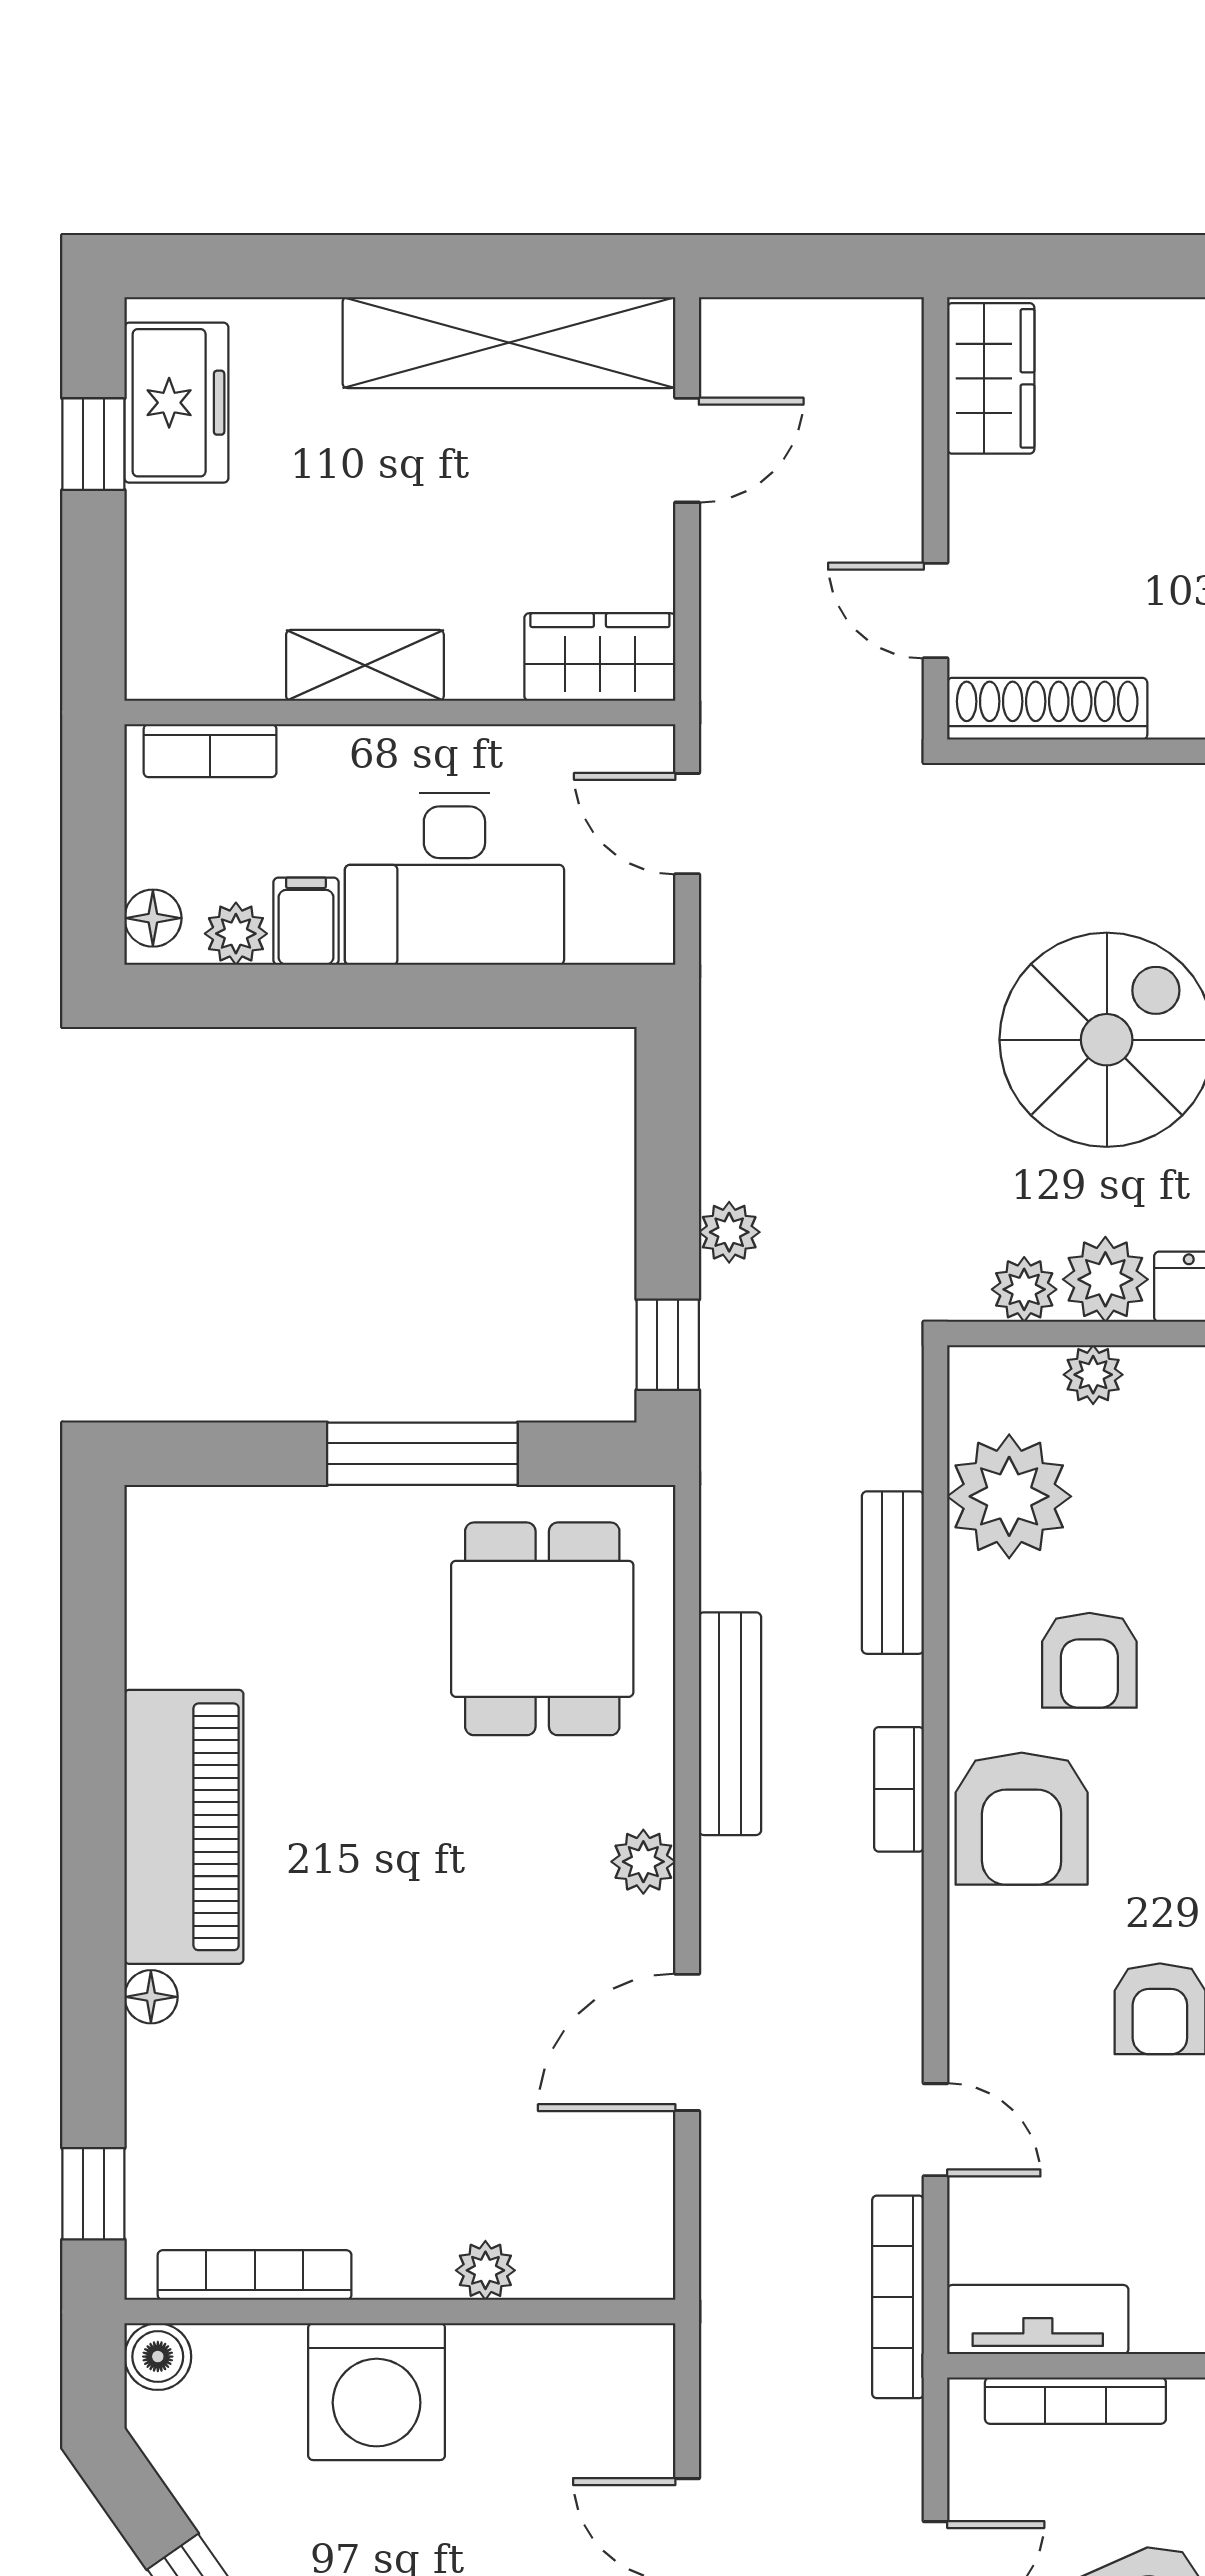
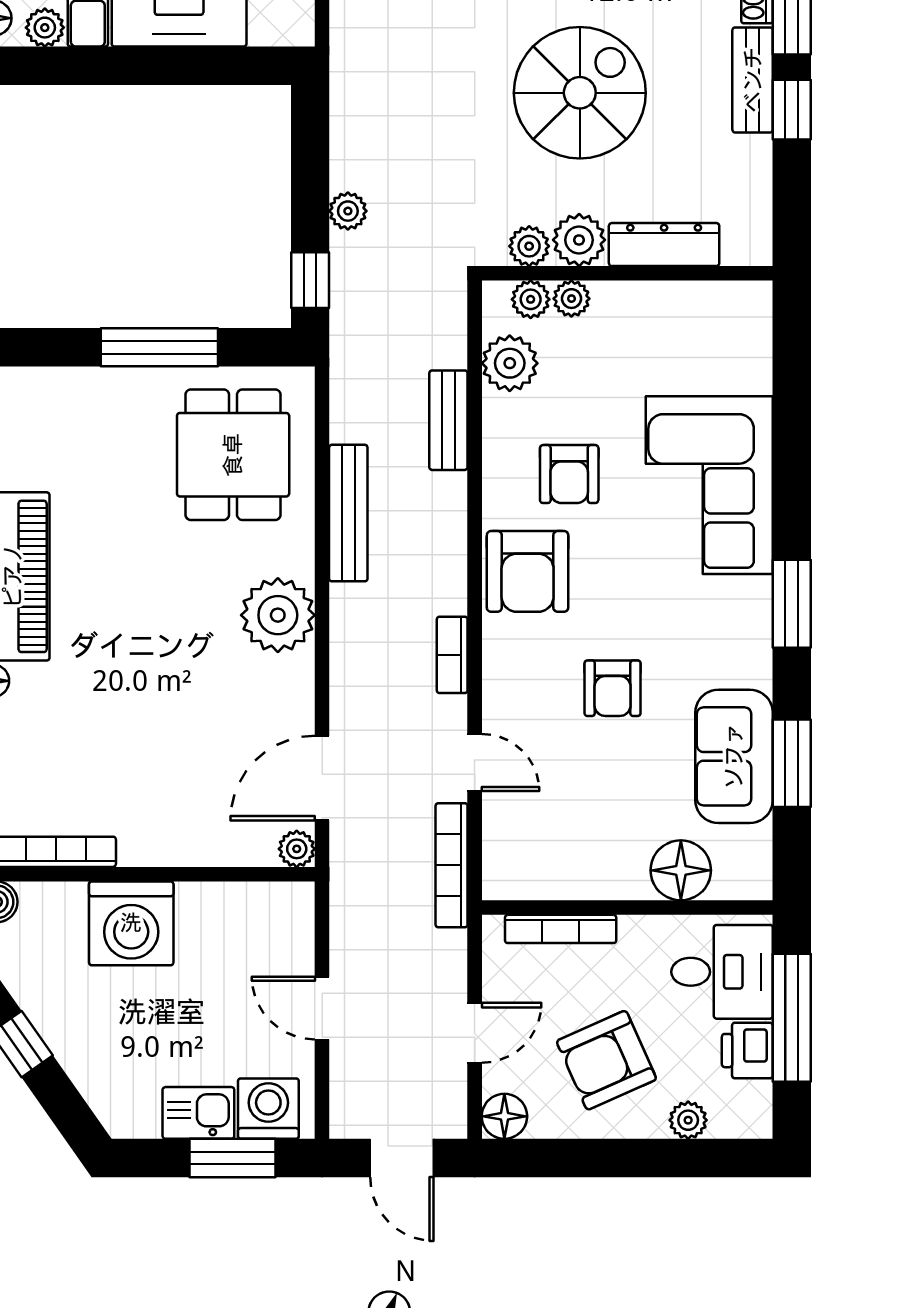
plant: (1027, 1376) -> (531, 299), added
plant: (1009, 1496) -> (510, 363), width x0.73, depth x0.73
bookcase: (899, 1789) -> (452, 655), moved
plant: (643, 1862) -> (278, 615), width x1.87, depth x1.87
door: (687, 2042) -> (322, 778), moved
plant: (485, 2270) -> (297, 849), moved
tv unit: (1038, 2320) -> (537, 879), removed

